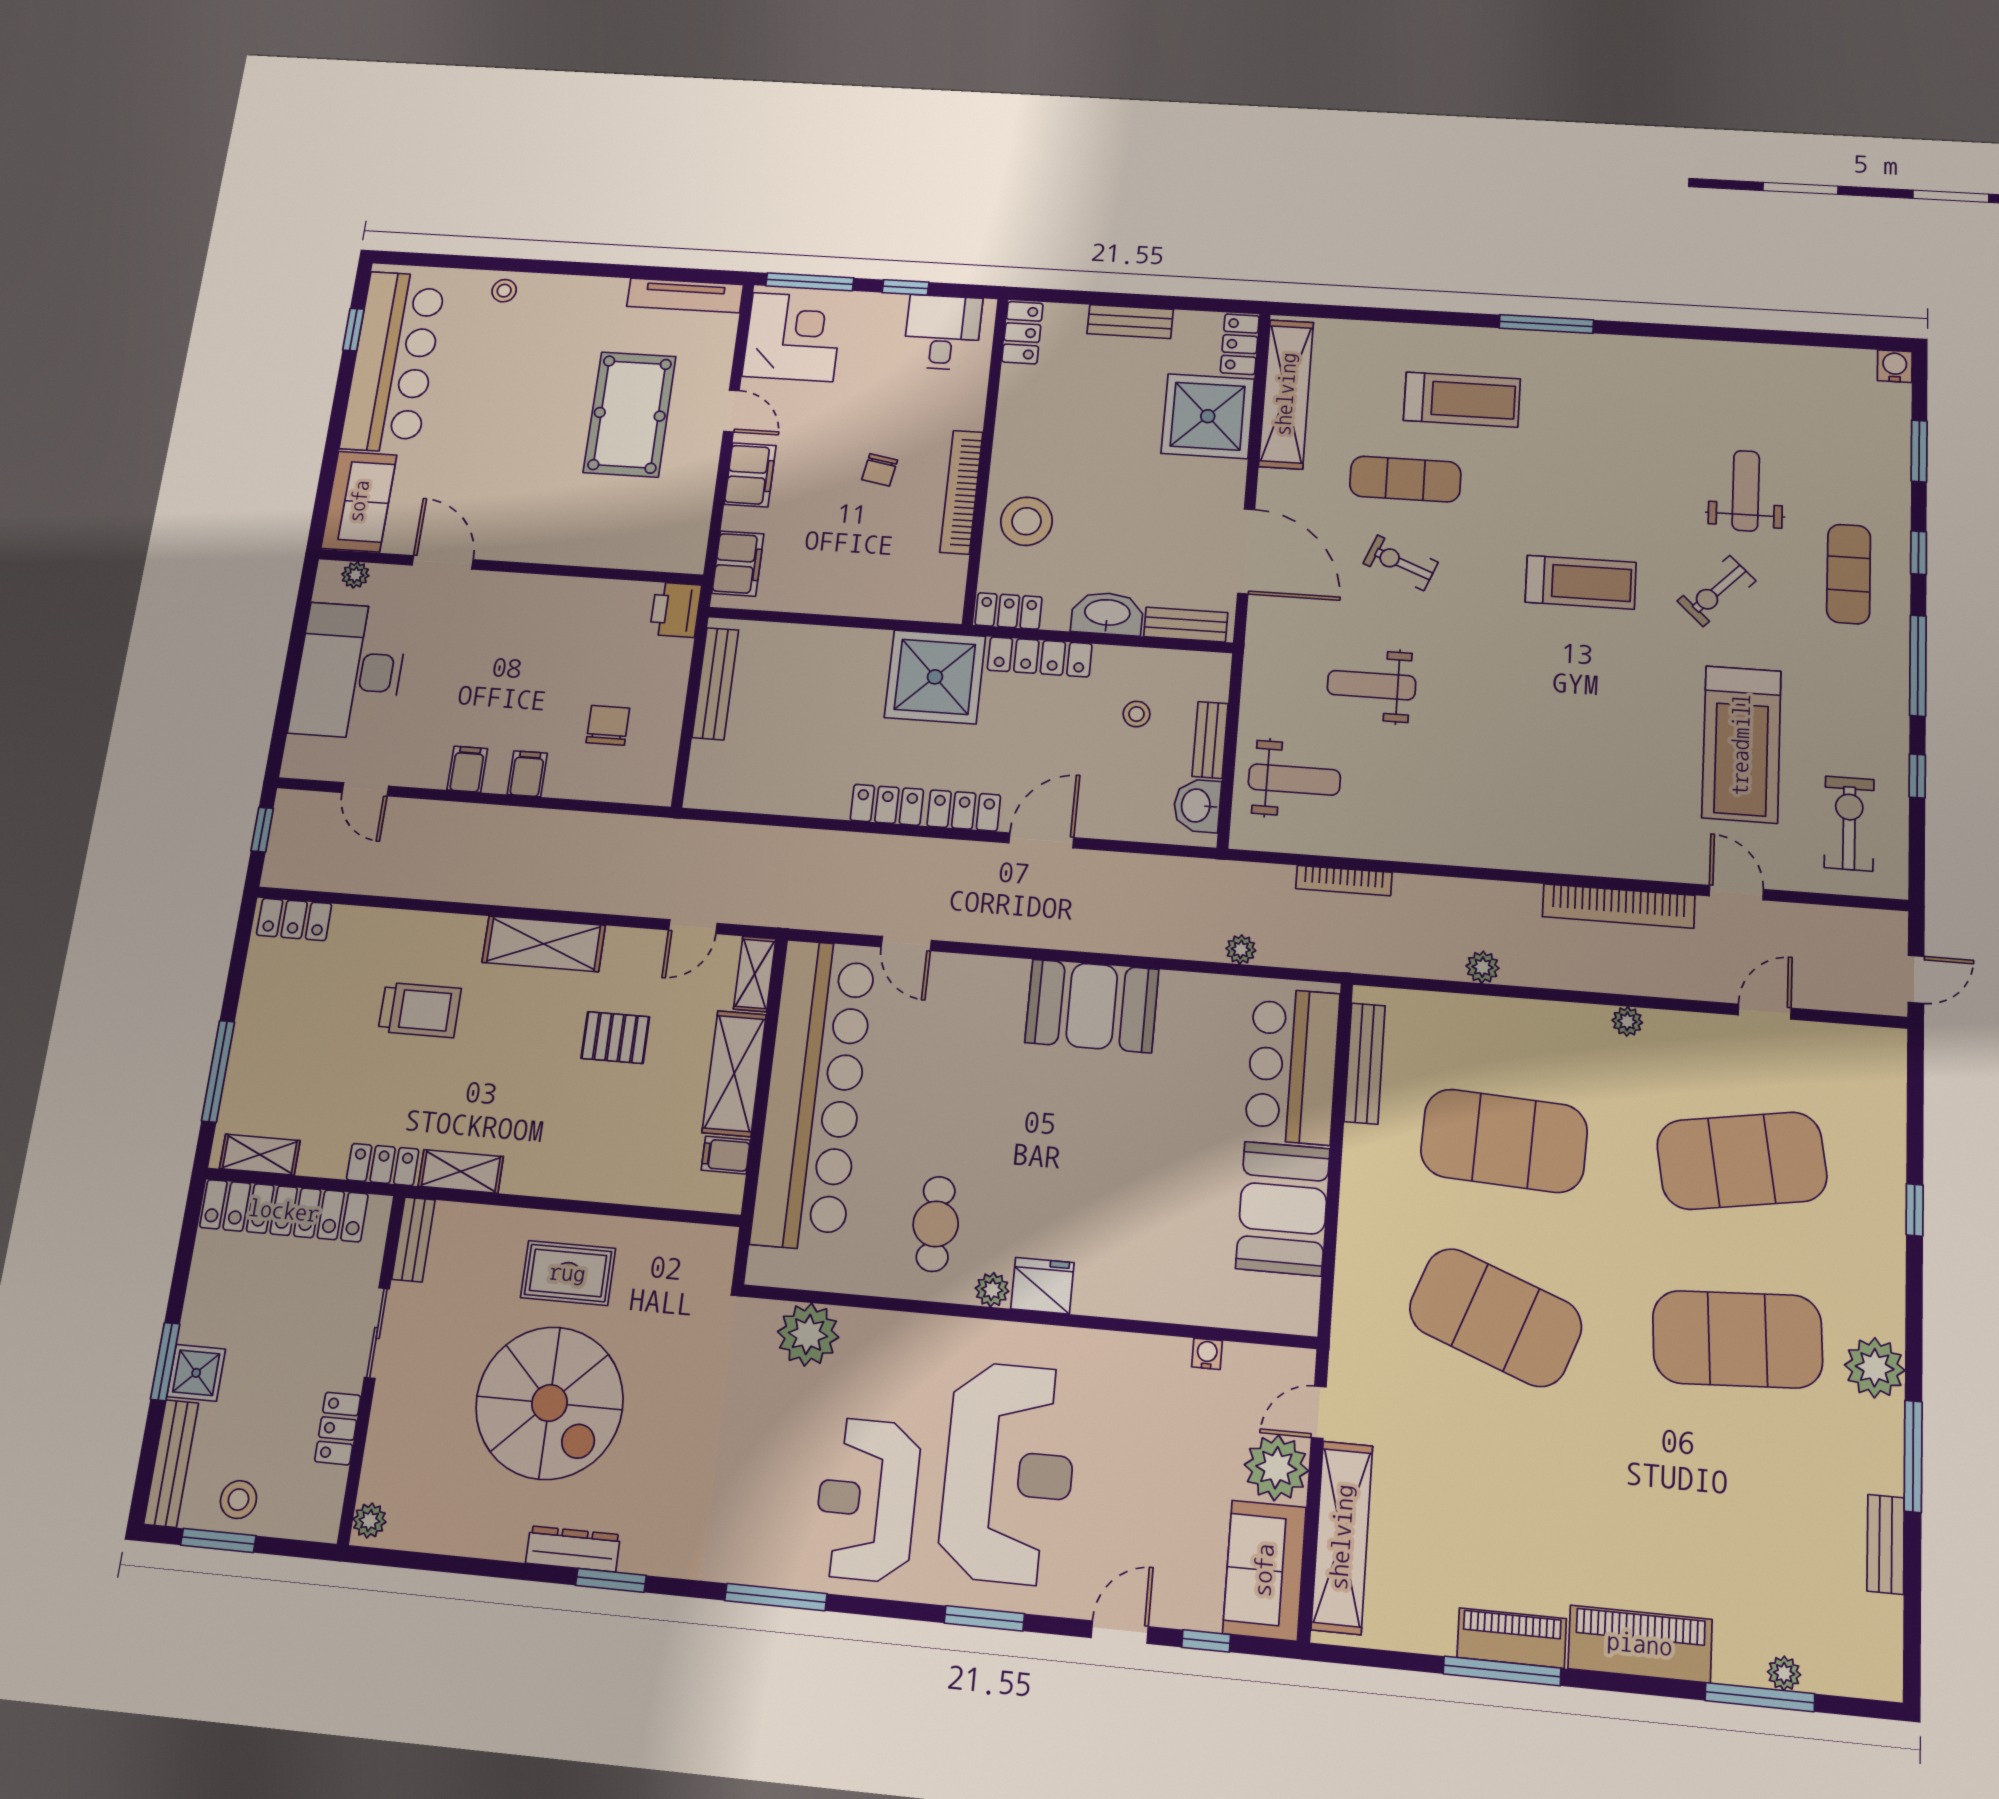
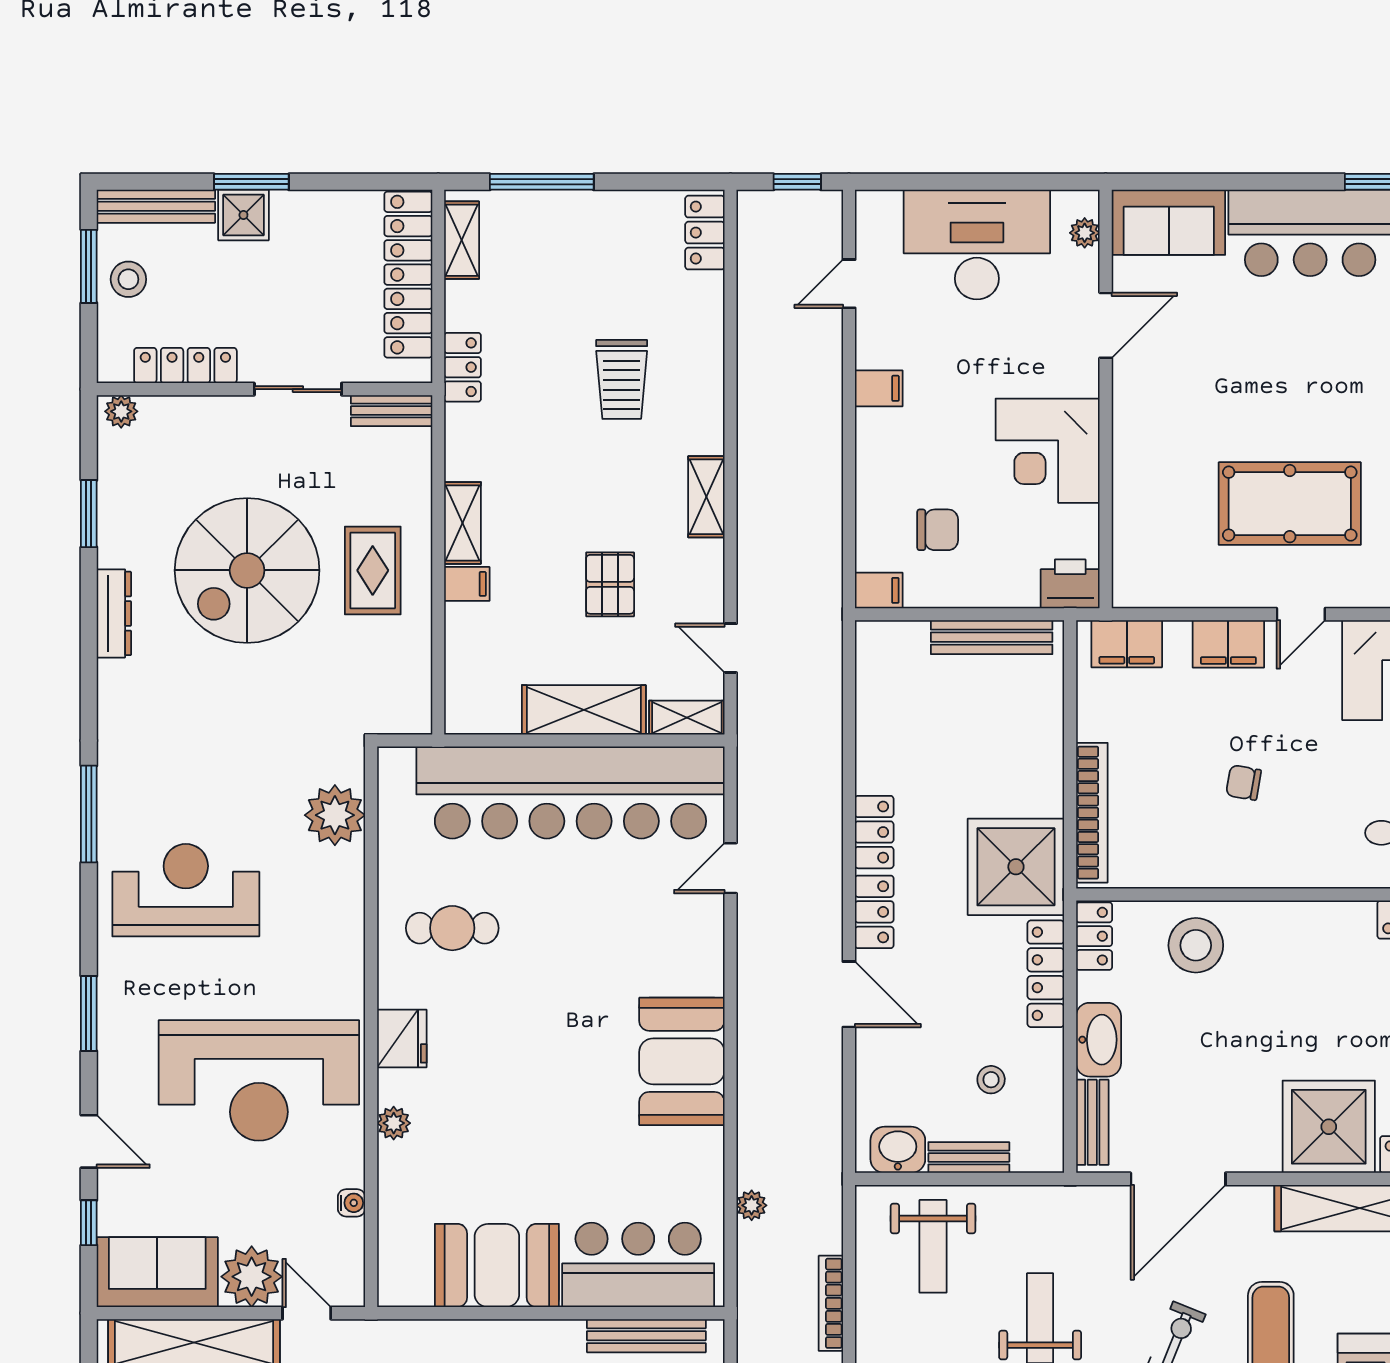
bookcase: (961, 492) -> (1092, 813), moved, turned 90
corner desk: (549, 621) -> (1048, 451), added
filing cabinet: (527, 774) -> (879, 590), moved
shelving: (544, 944) -> (706, 497), width x0.67, depth x0.75
filing cabinet: (726, 1155) -> (467, 584), moved, turned 90
shelving: (461, 1171) -> (463, 523), moved
plant: (992, 1290) -> (394, 1123), moved
locker: (338, 1428) -> (185, 365), width x1.53
reception desk: (1009, 1473) -> (259, 1080), moved
window: (611, 1580) -> (89, 514), moved

